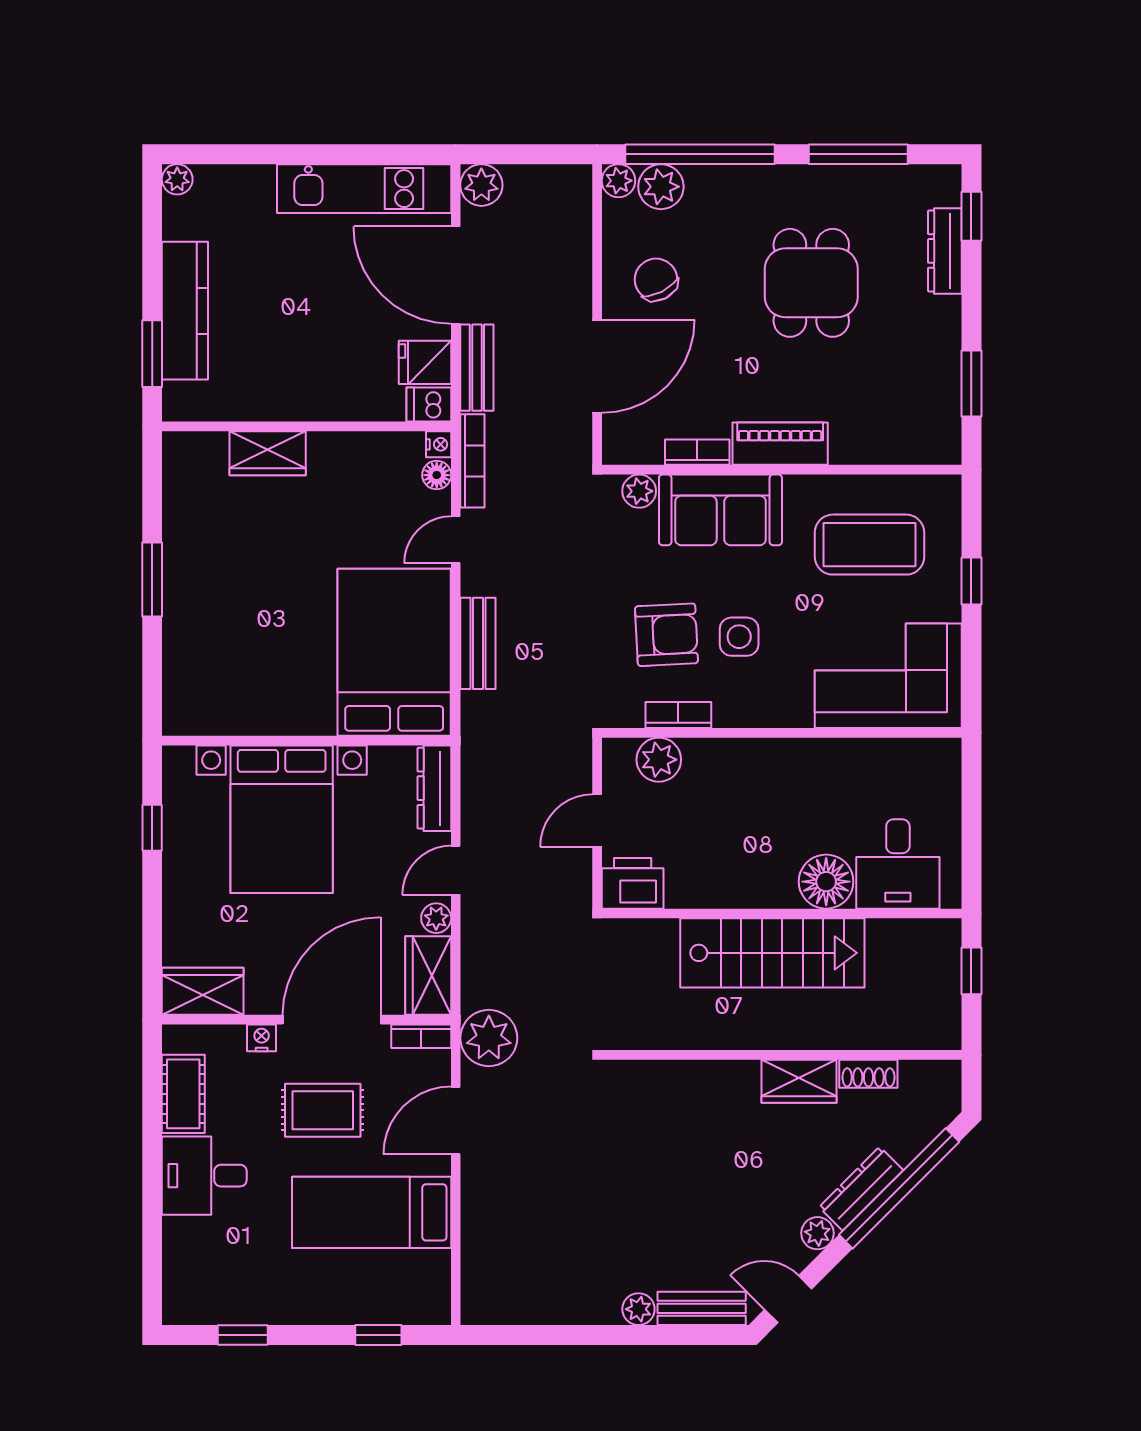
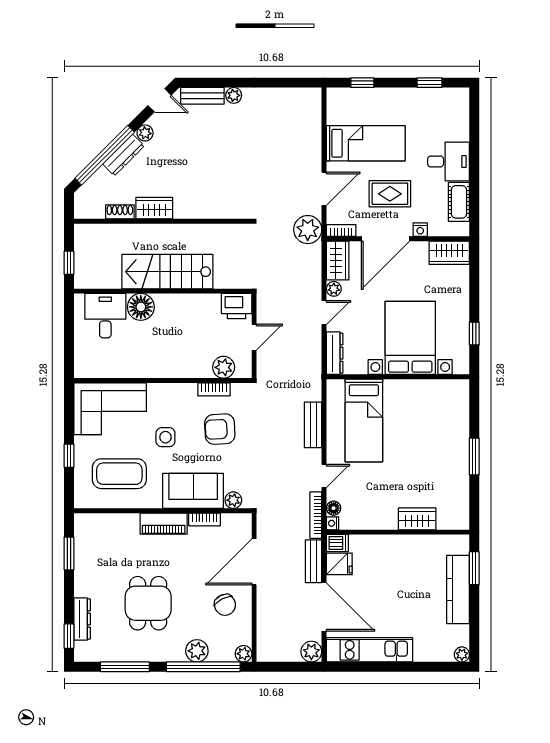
plant: (661, 187) -> (197, 651), moved
side table: (739, 637) -> (165, 437), moved
bed: (394, 652) -> (364, 420), width x0.67

